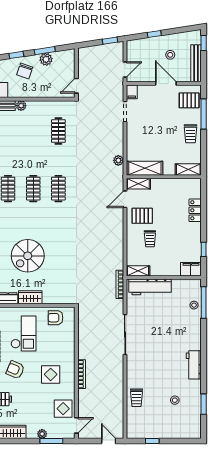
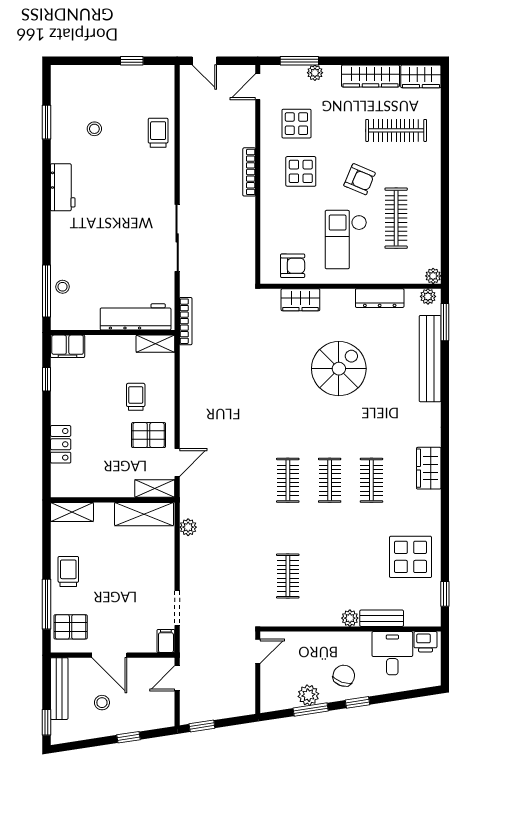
wardrobe: (30, 297) -> (300, 300), moved
display table: (63, 409) -> (296, 124), moved

